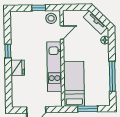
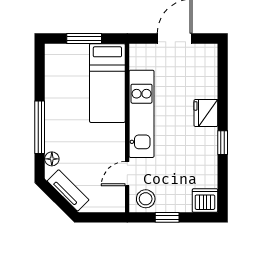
dishwasher: (17, 18) -> (205, 201), added
window: (112, 76) -> (40, 127), moved

